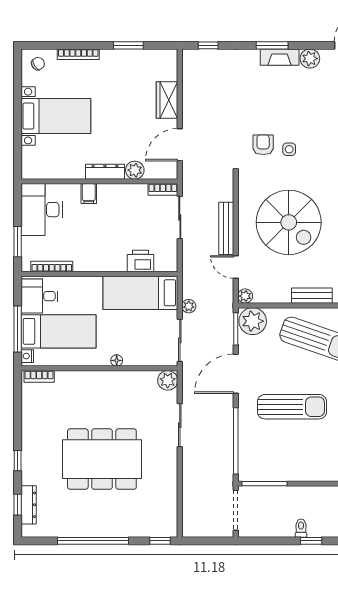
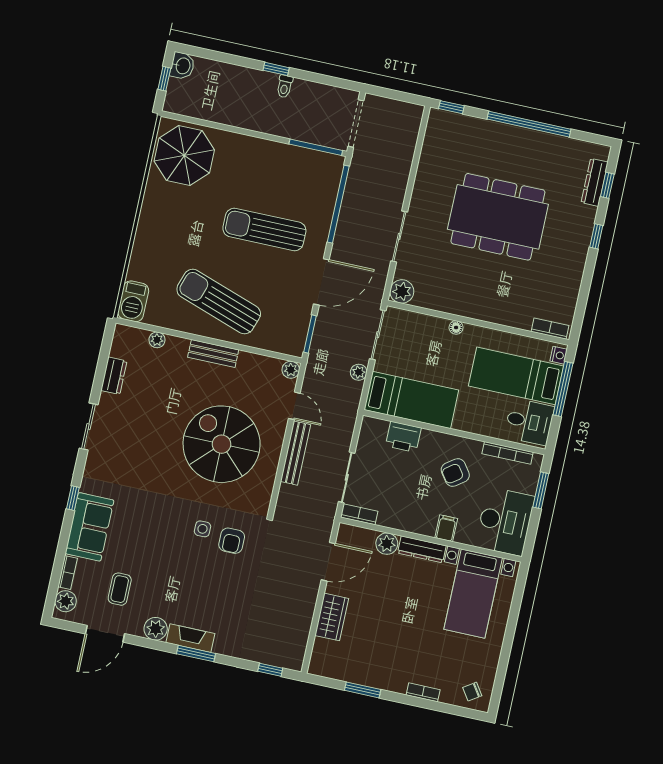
bookcase: (78, 54) -> (423, 692), width x0.64
bed with nightstands: (56, 116) -> (473, 594), moved, turned -90
armchair: (91, 241) -> (455, 472), added
plant: (253, 321) -> (288, 339), removed

